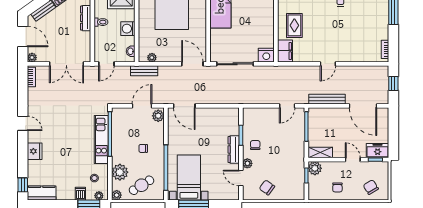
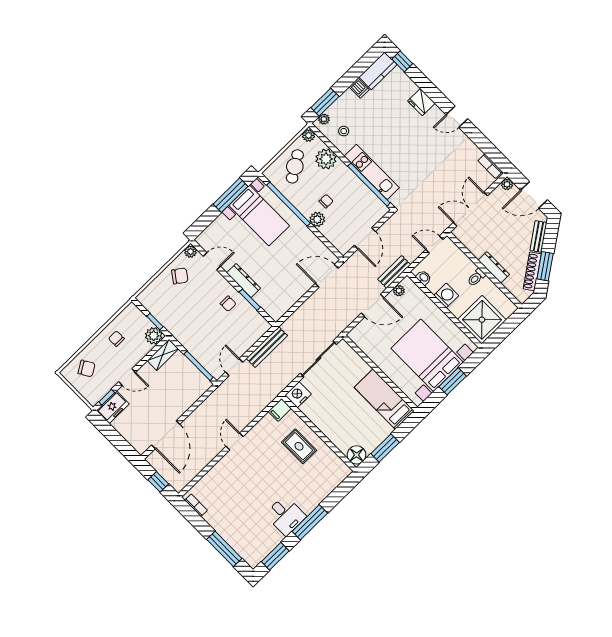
filing cabinet: (285, 51) -> (280, 410), width x0.50
door: (106, 64) -> (434, 245), hinge flipped
door: (192, 64) -> (373, 305), moved
bench: (327, 99) -> (267, 347), moved
door: (363, 106) -> (166, 435), swing flipped
plant: (158, 116) -> (317, 219), moved
plant: (247, 163) -> (191, 252), moved
dishwasher: (80, 194) -> (359, 88), moved

